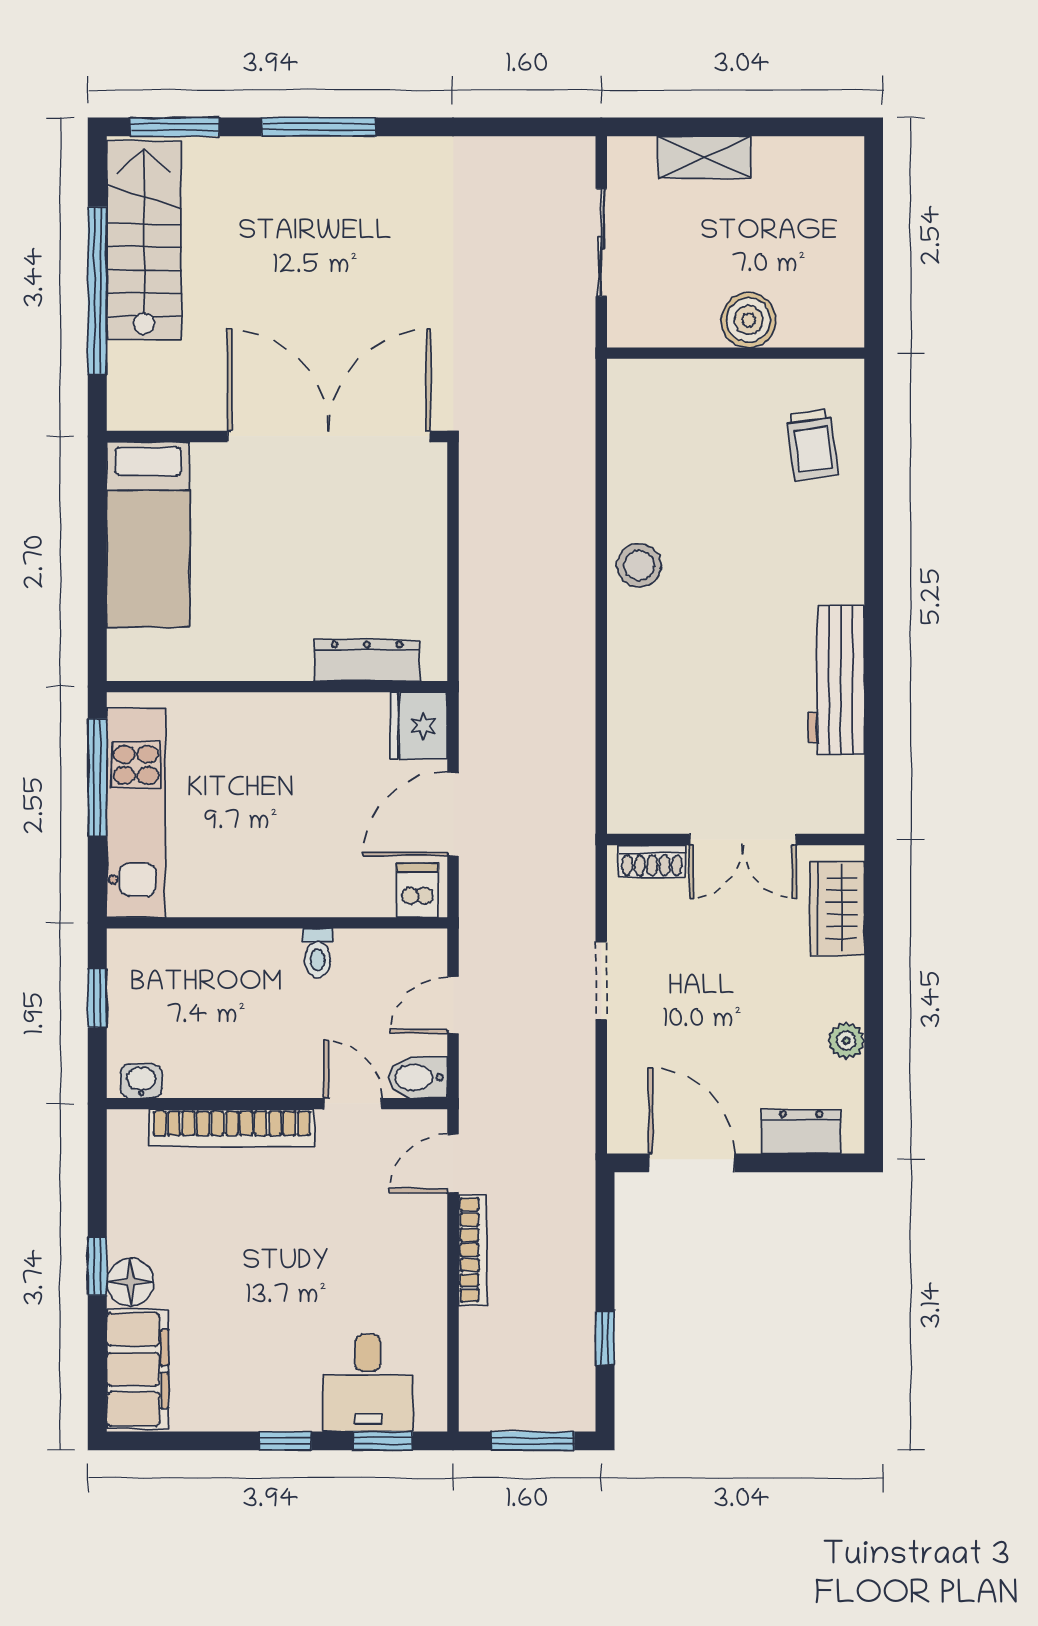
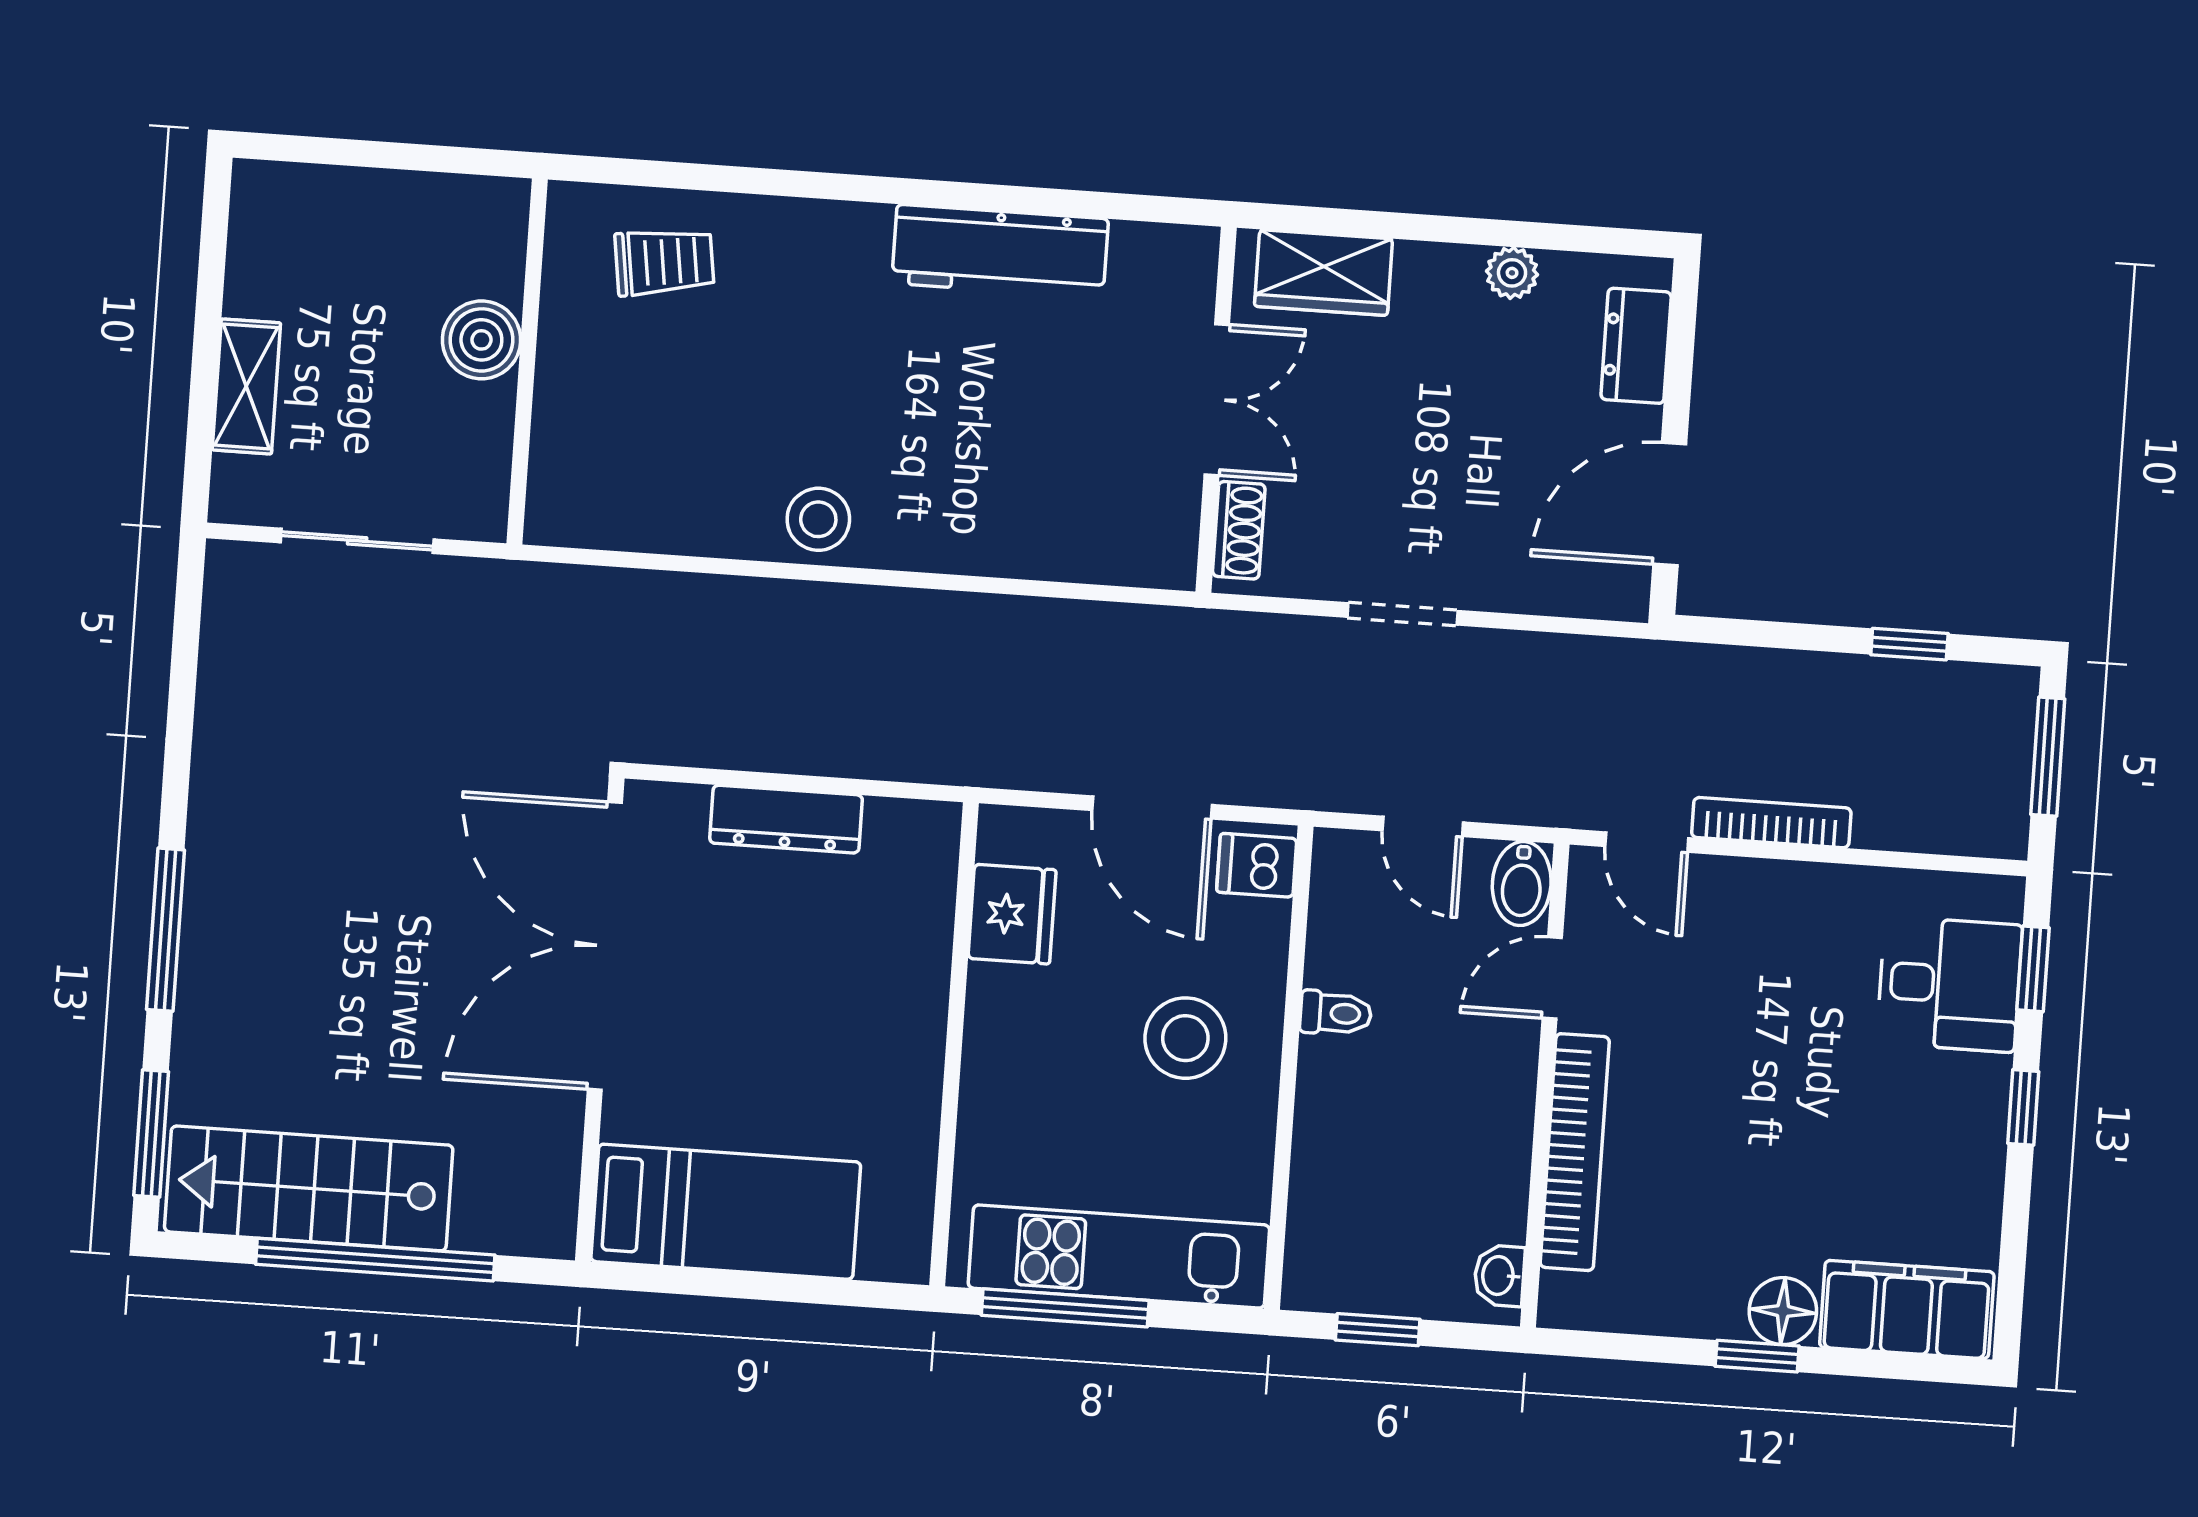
dresser: (367, 660) -> (786, 819), moved, turned -90
fridge: (419, 726) -> (1012, 914), moved, turned -90
stool: (293, 849) -> (1185, 1038), added

